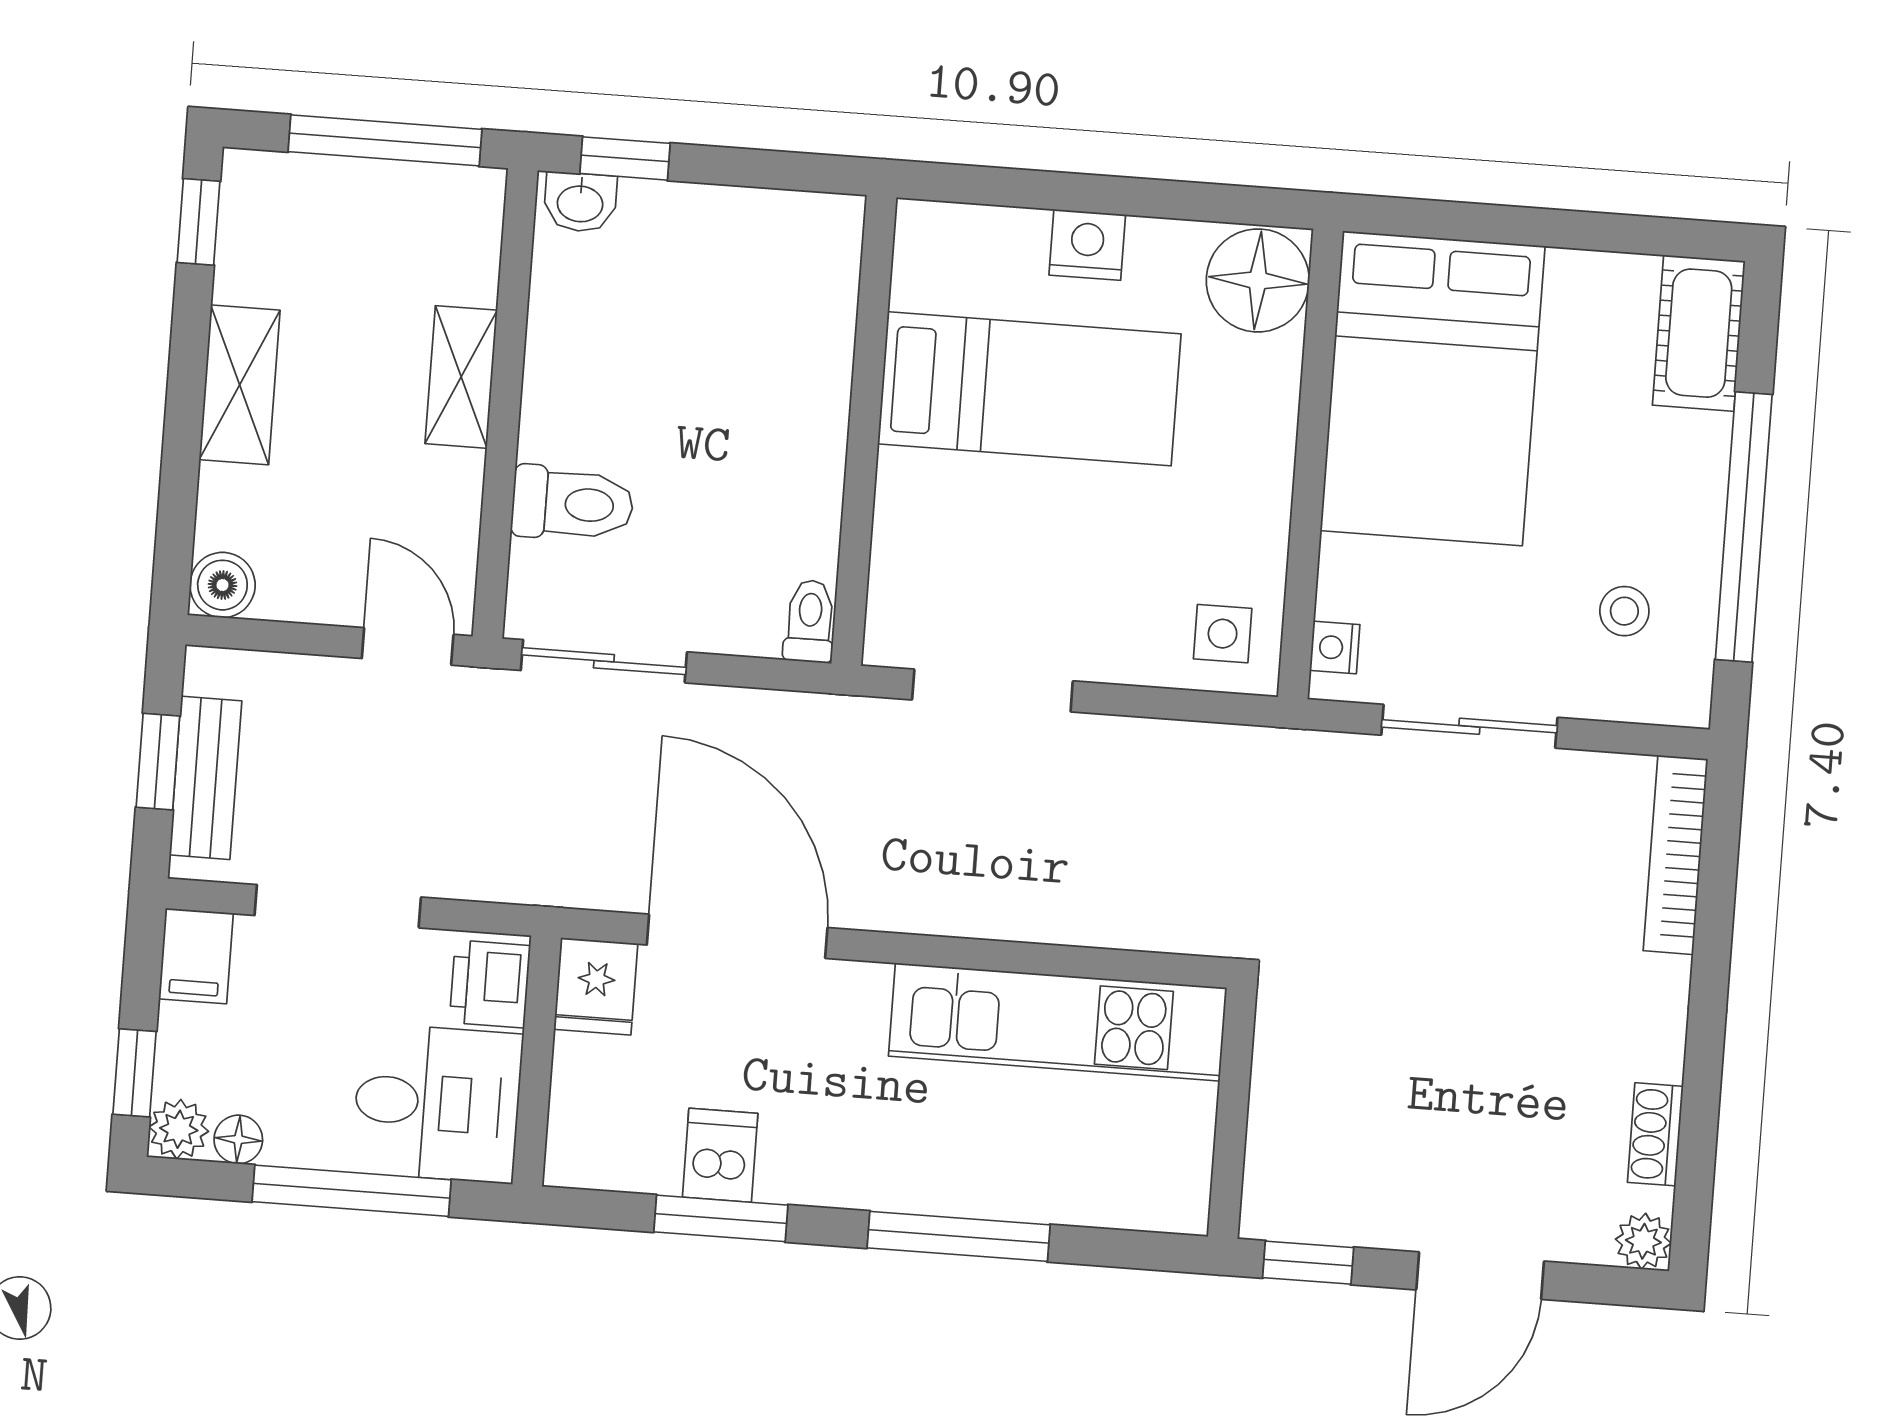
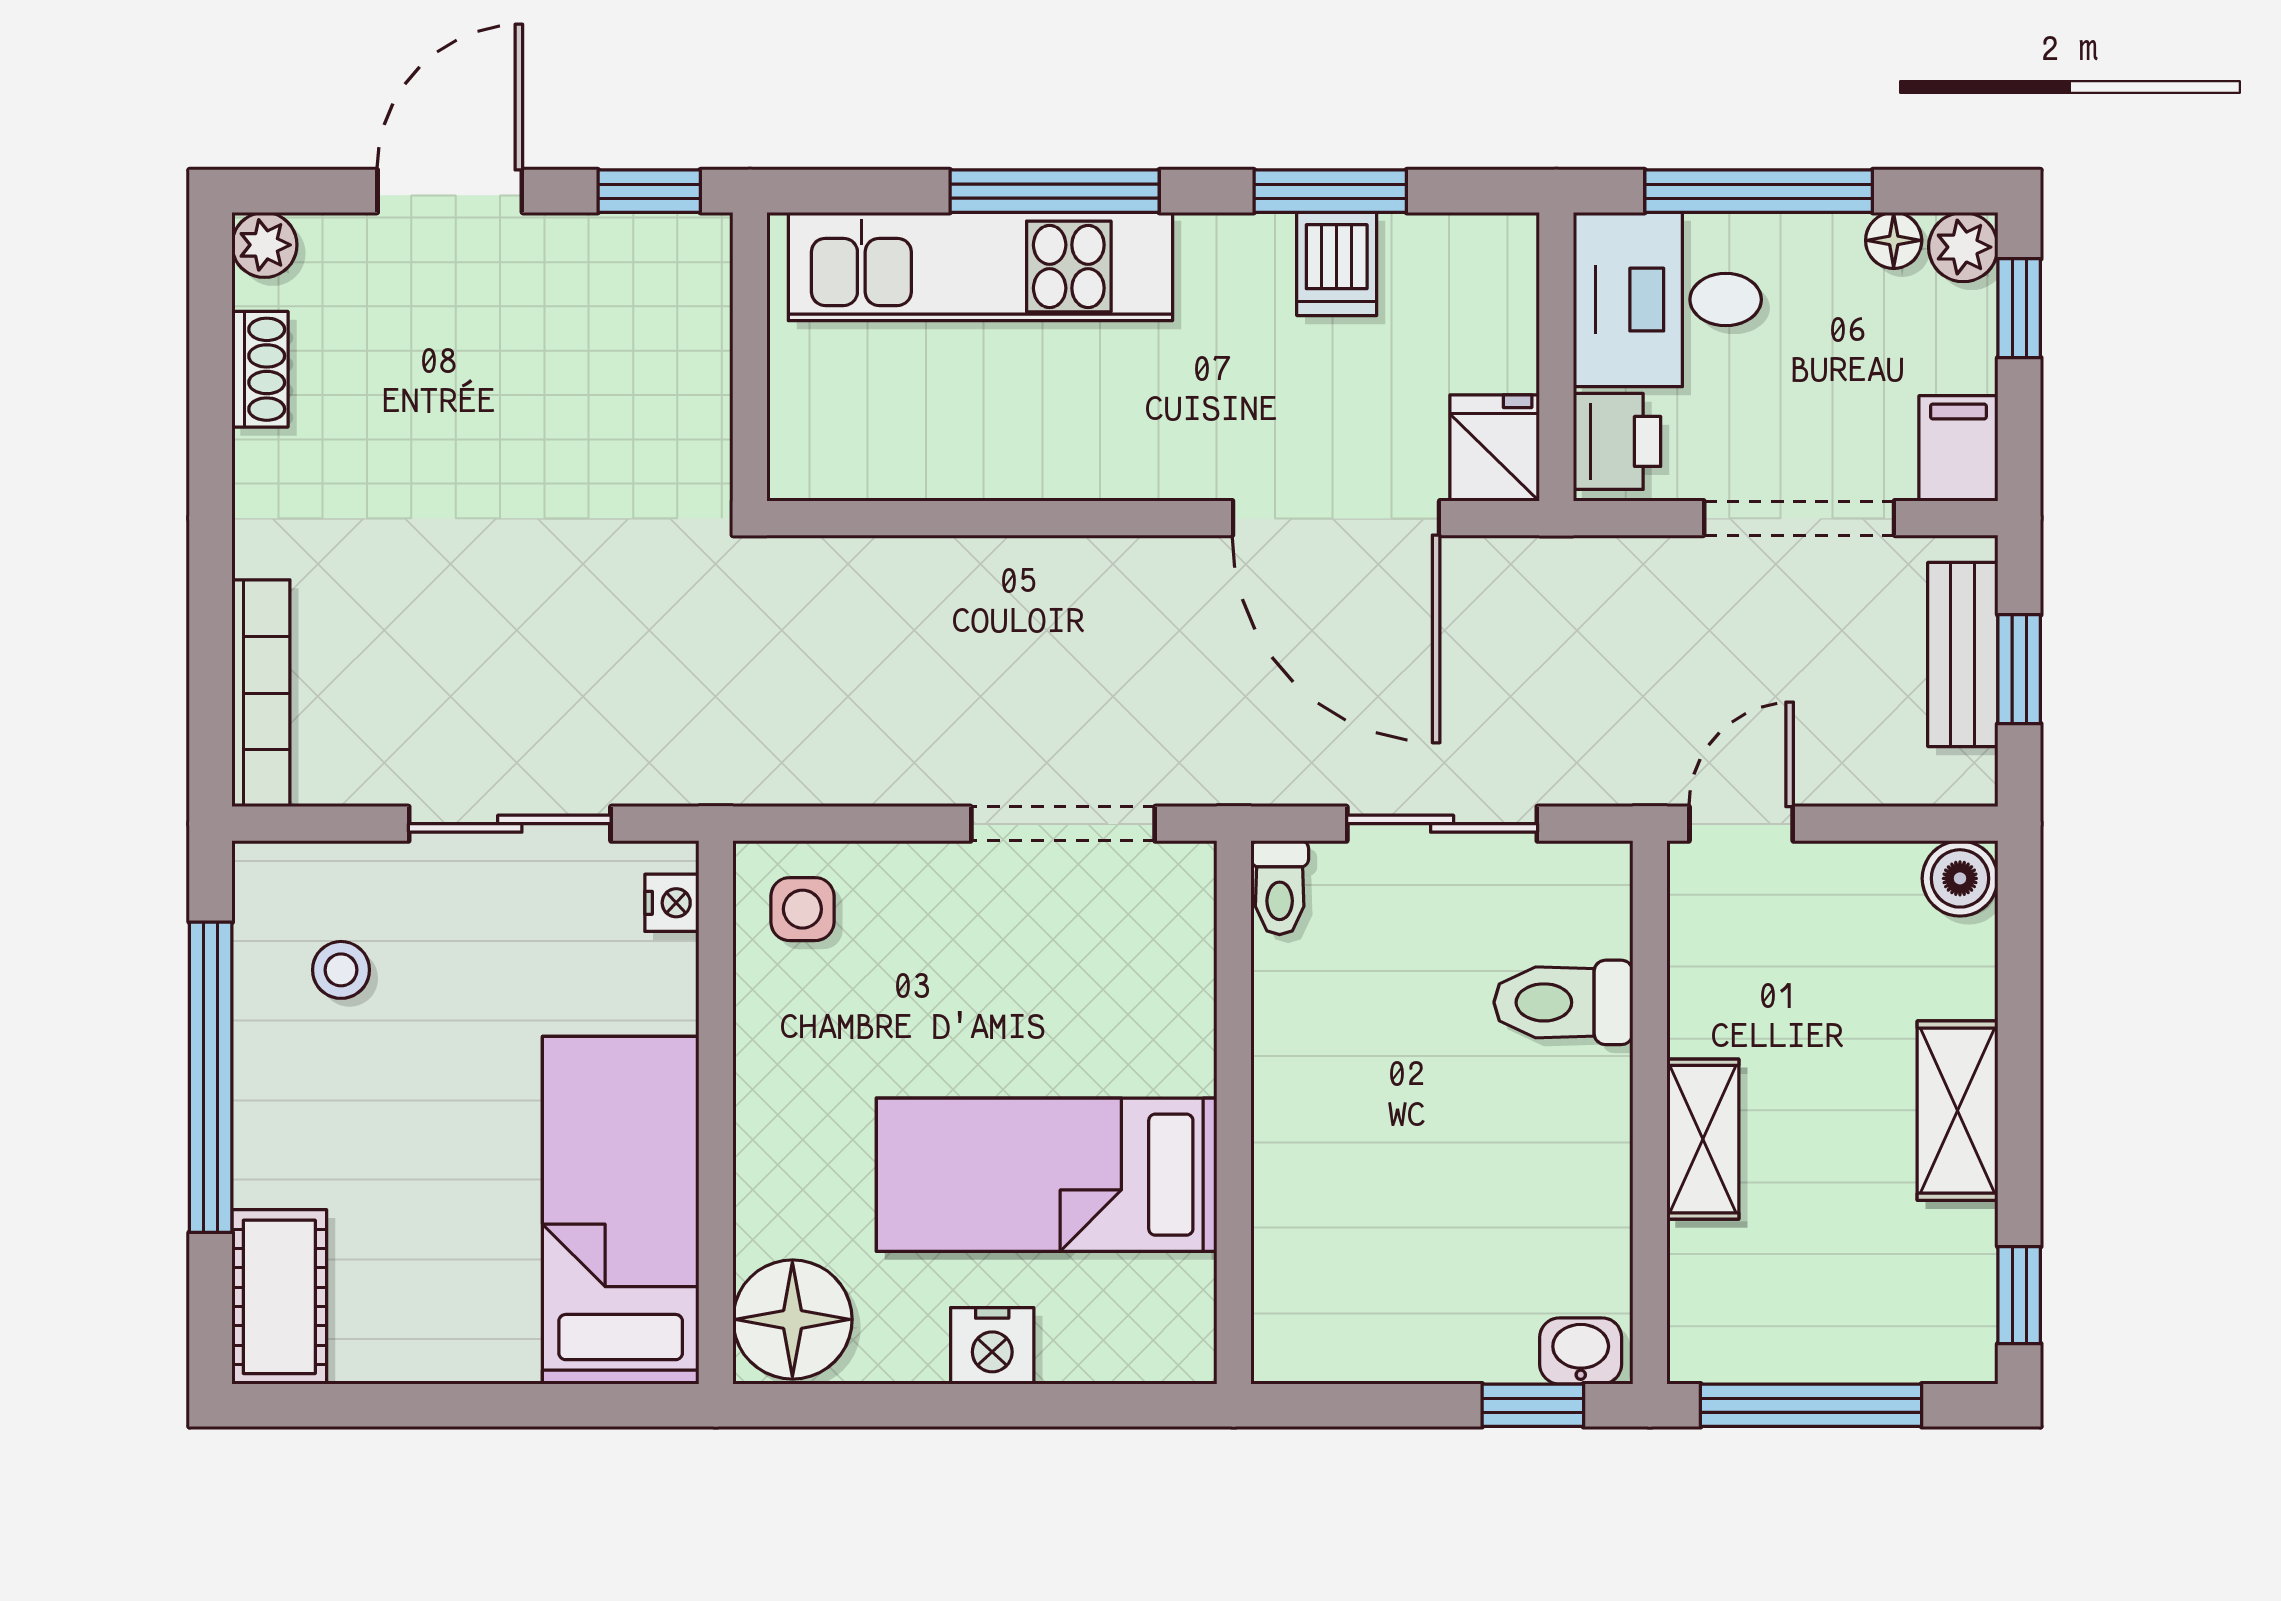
bed: (1433, 388) -> (621, 1210), width x0.67
door: (408, 646) -> (1741, 824), swing flipped
sliding door: (604, 661) -> (1442, 824), moved
kitchen unit: (1058, 1022) -> (980, 267), moved, turned 180

